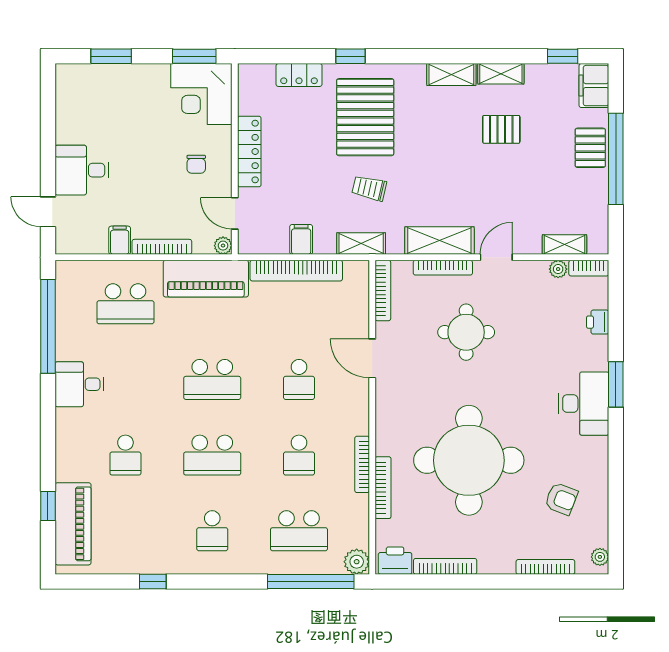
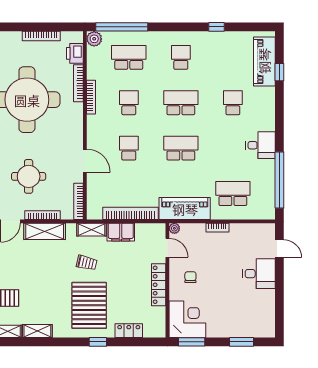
filing cabinet: (301, 239) -> (121, 232), width x2.00
filing cabinet: (120, 240) -> (236, 232), removed
bookcase: (162, 247) -> (217, 228), width x0.64
printer: (395, 561) -> (75, 53), moved, turned 90

